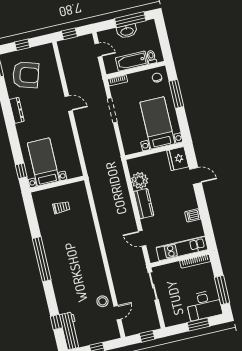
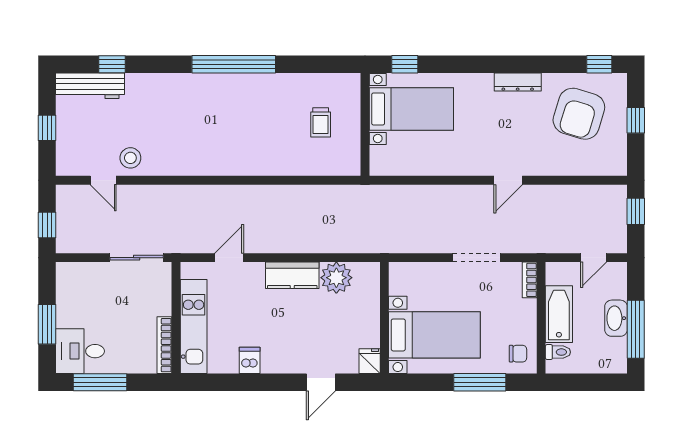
fridge: (178, 159) -> (370, 361), width x0.53, depth x0.75
desk: (204, 305) -> (80, 351), width x0.73

